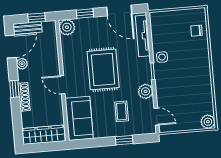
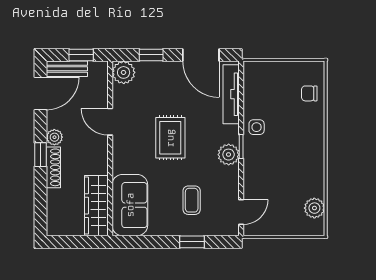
plant: (22, 64) -> (54, 137), moved
rug: (103, 69) -> (170, 138), width x0.73, depth x0.70
door: (62, 85) -> (110, 122), moved
plant: (145, 91) -> (229, 155), moved
door: (156, 117) -> (241, 212), hinge flipped
plant: (208, 122) -> (314, 208), moved
wardrobe: (44, 135) -> (96, 206), moved, turned -90

